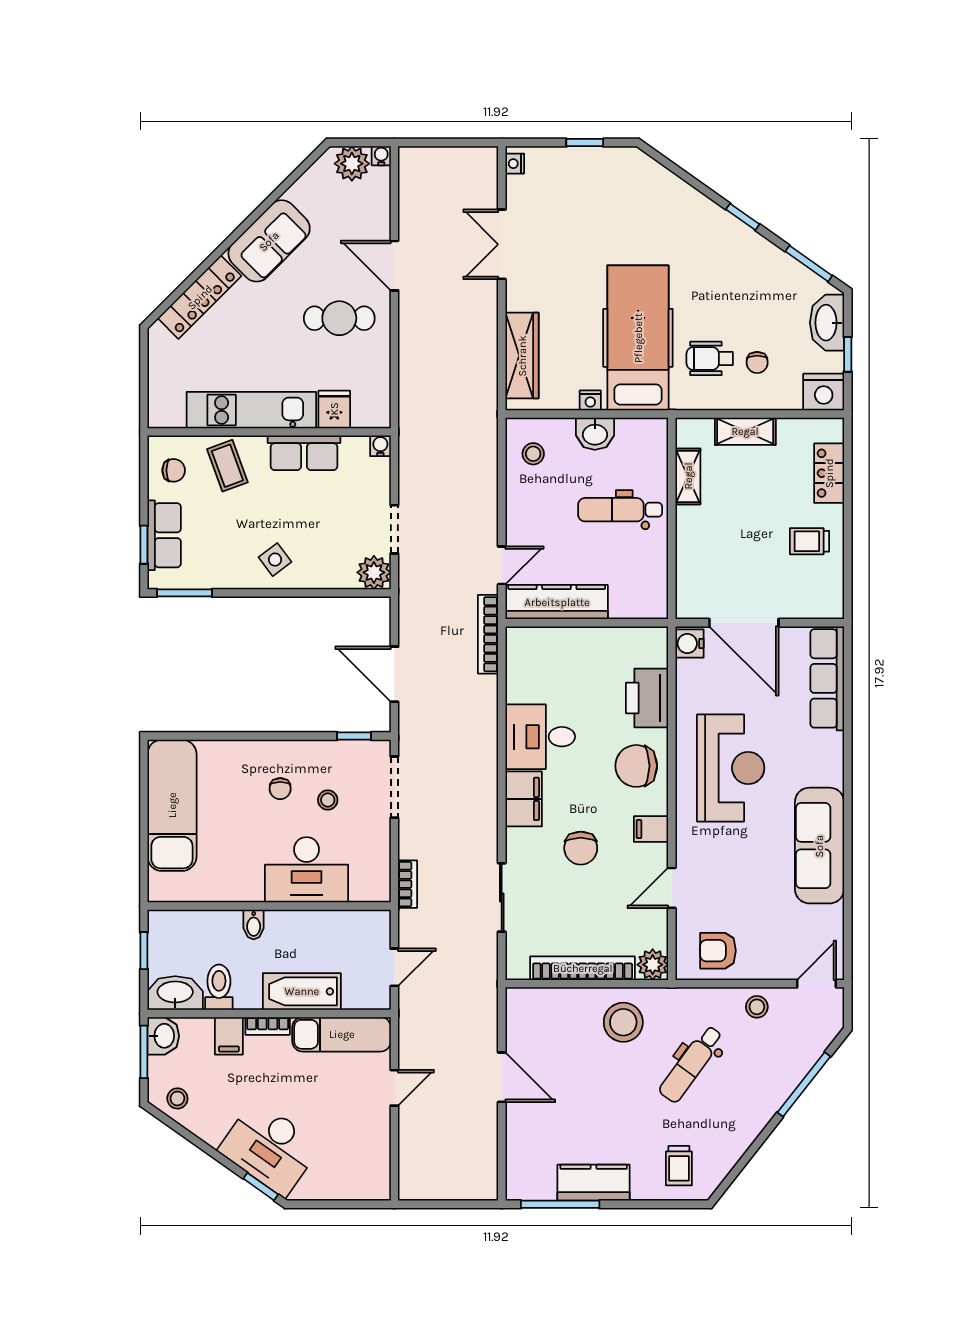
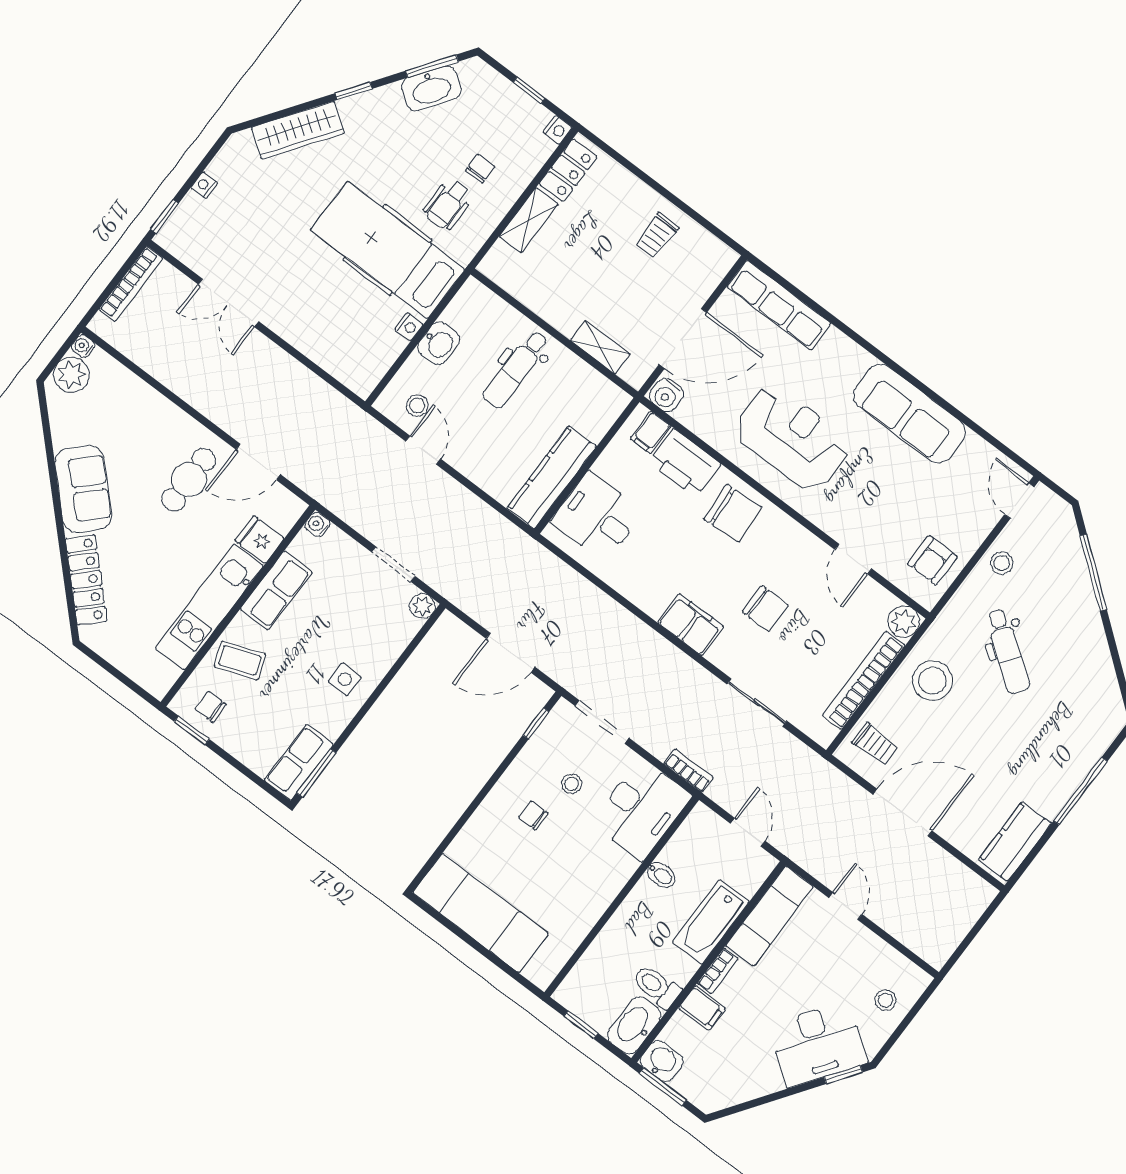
window: (585, 143) -> (165, 216), moved
nightstand: (515, 164) -> (204, 185), moved, turned 90
door: (394, 266) -> (258, 462), moved
washbasin: (827, 323) -> (431, 88), moved, turned -55
wardrobe: (522, 356) -> (298, 130), moved, turned 125
chair: (757, 362) -> (480, 168), turned -90
nightstand: (824, 392) -> (557, 130), width x0.53, depth x0.56
chair: (174, 470) -> (211, 707), turned -90
locker: (829, 473) -> (568, 170), moved, turned -90
shelving: (688, 476) -> (600, 347), moved
row of seats: (164, 535) -> (299, 762), moved, turned -90
window: (144, 545) -> (192, 730), moved
side table: (275, 560) -> (345, 679), turned 37
door: (502, 565) -> (423, 450), moved
plant: (374, 572) -> (422, 606), width x0.73, depth x0.73
bookcase: (488, 634) -> (131, 284), moved, turned -90
desk: (540, 737) -> (597, 517), moved, turned 90
chair: (636, 766) -> (733, 513), turned -94
chair: (280, 789) -> (533, 815), turned 180
filing cabinet: (651, 829) -> (651, 432), moved
desk: (307, 870) -> (641, 809), moved
bidet: (254, 925) -> (661, 875), moved
door: (502, 1077) -> (902, 813), width x1.36
stool: (177, 1098) -> (885, 1000), moved
trolley: (679, 1166) -> (875, 744), moved
kitchen counter: (594, 1183) -> (1015, 841), moved
window: (560, 1204) -> (1080, 791), moved

